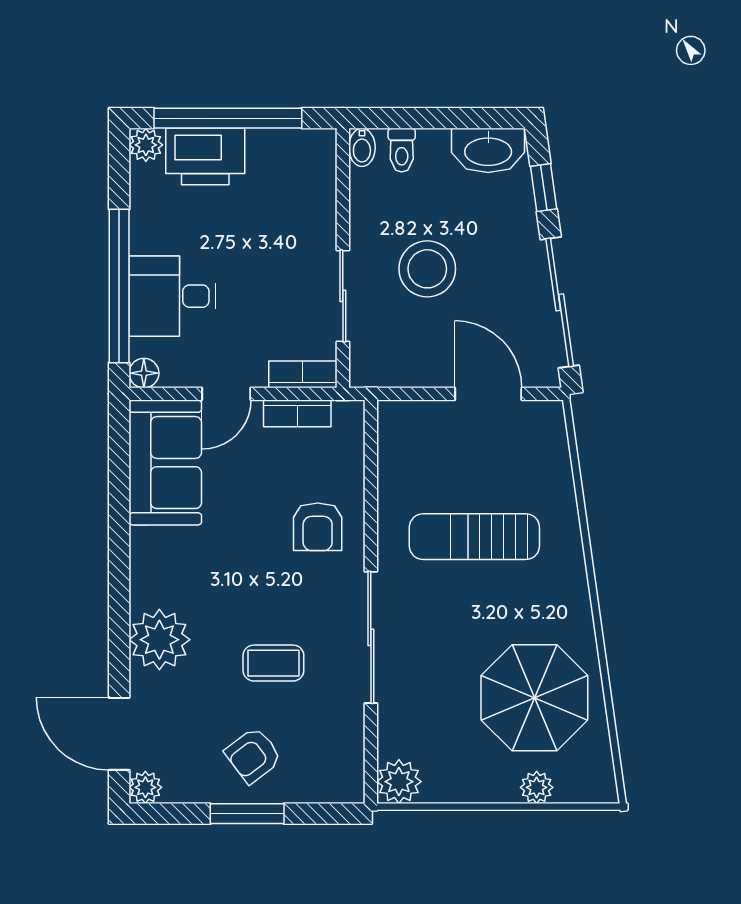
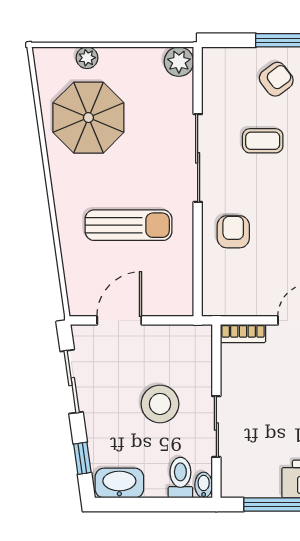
toilet: (402, 150) -> (180, 478), width x1.37, depth x1.39
sliding door: (343, 296) -> (216, 427), moved
sliding door: (560, 302) -> (72, 382), width x0.73
door: (488, 394) -> (119, 320), swing flipped
bookcase: (297, 413) -> (247, 307), removed

